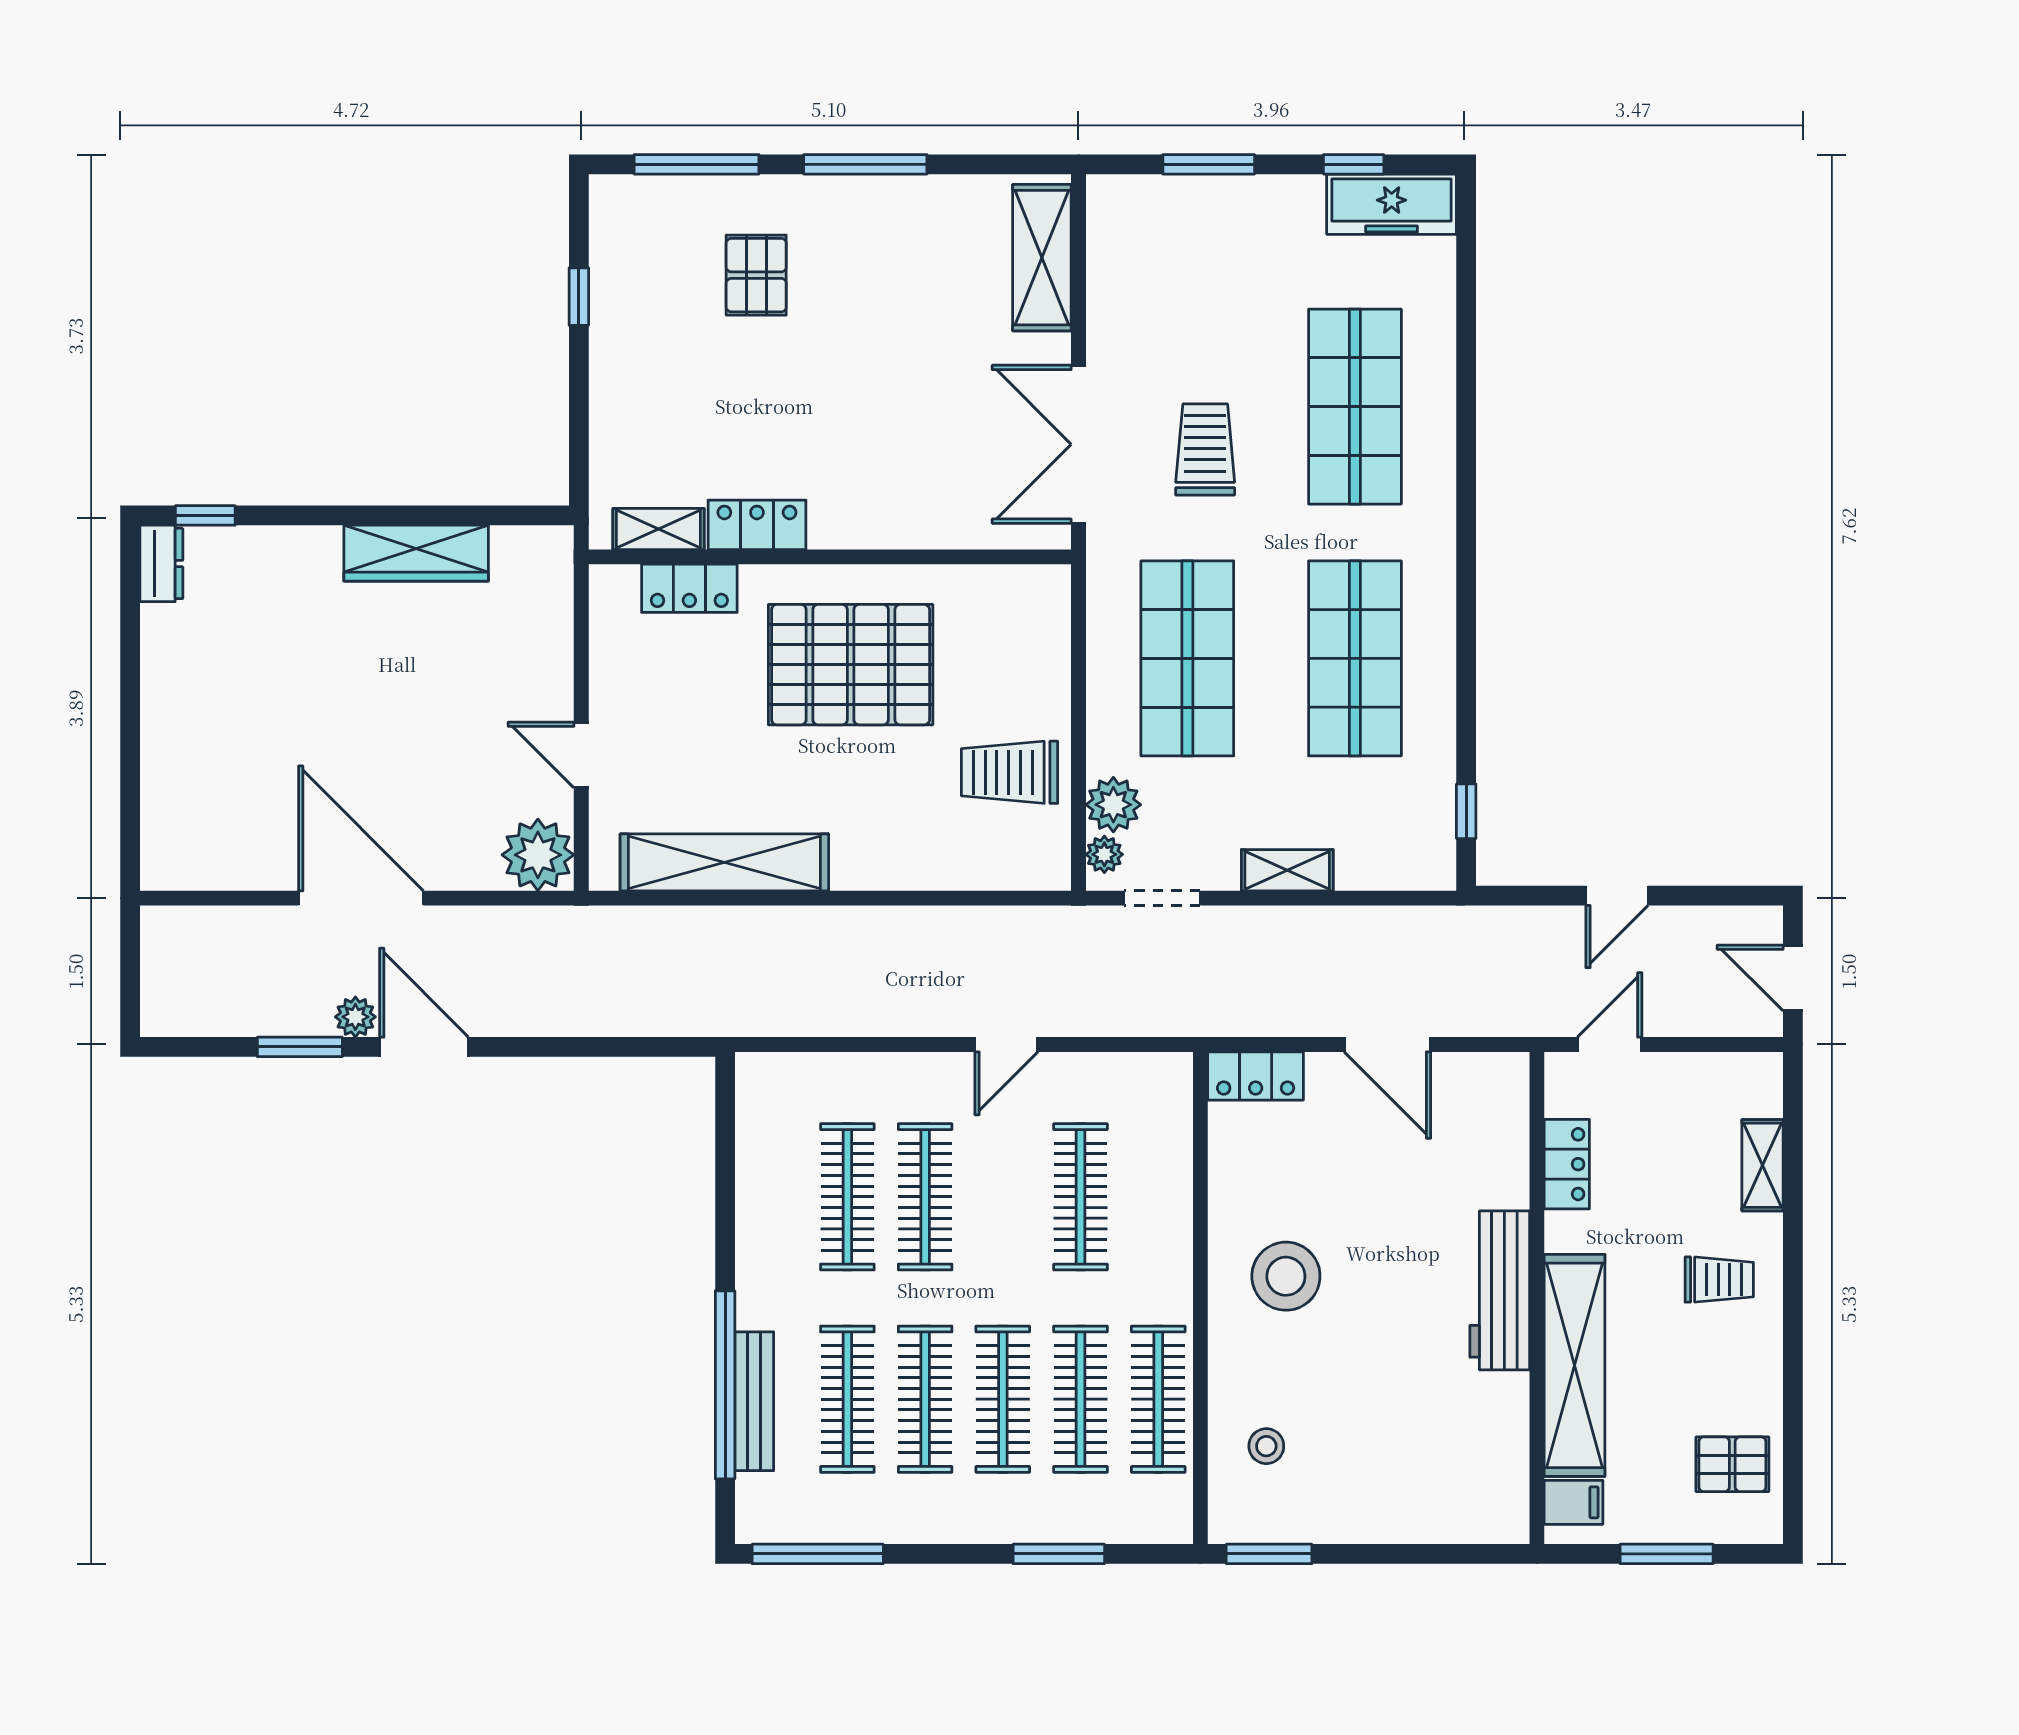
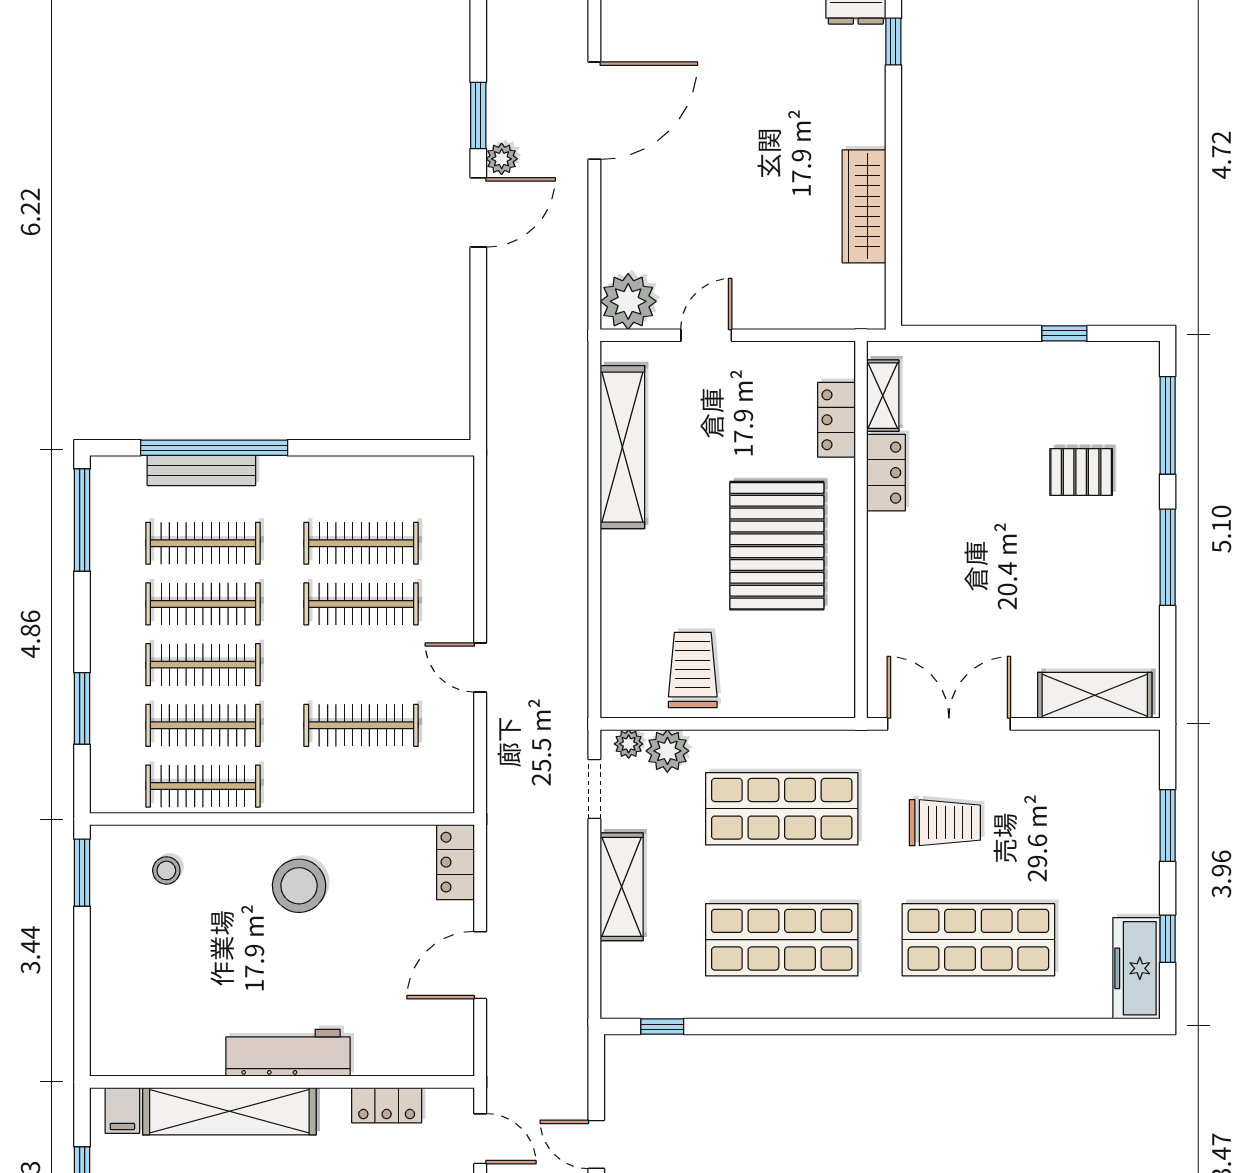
shelving: (1287, 870) -> (622, 887), width x1.50, depth x1.33
door: (361, 898) -> (594, 111), moved

